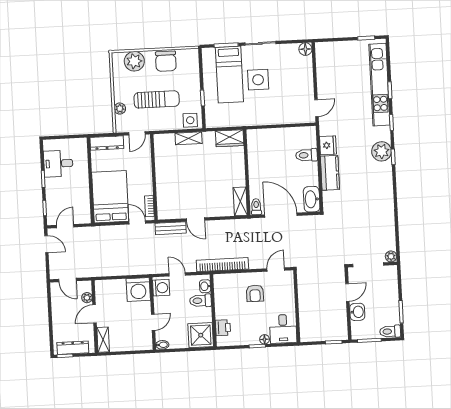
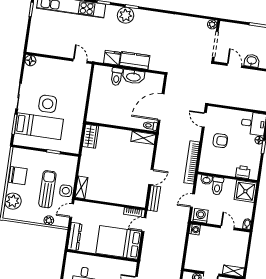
side table: (190, 120) -> (66, 191), moved
door: (137, 133) -> (72, 211), swing flipped
shelving: (189, 138) -> (81, 187), moved
washbasin: (312, 199) -> (133, 77), moved
washing machine: (138, 290) -> (195, 229), width x0.53, depth x0.53

